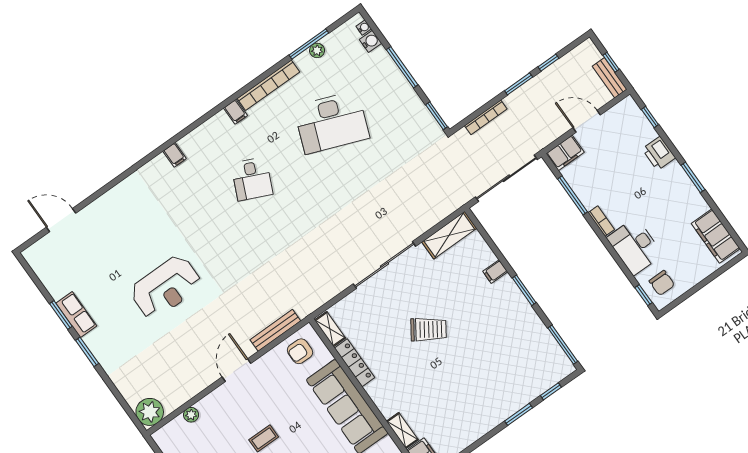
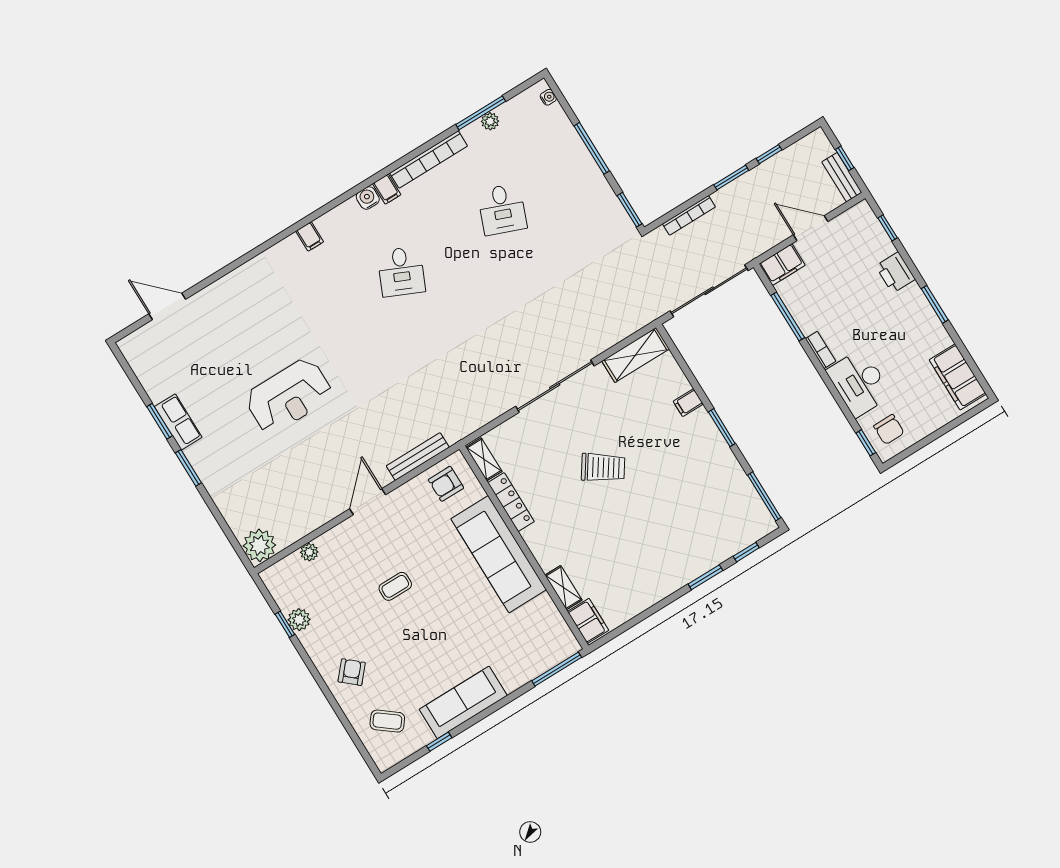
water cooler: (370, 41) -> (368, 198), moved, turned -90
desk: (332, 122) -> (502, 209), width x0.53, depth x0.77

